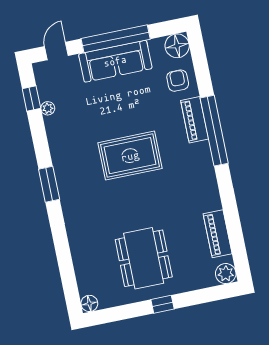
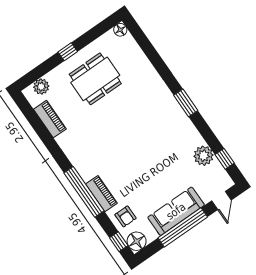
window: (198, 54) -> (119, 242), added
plant: (48, 108) -> (204, 156), width x1.87, depth x1.87
rug: (130, 156) -> (137, 148), removed
dining table: (144, 258) -> (95, 79), turned 90
plant: (226, 274) -> (41, 87), moved

